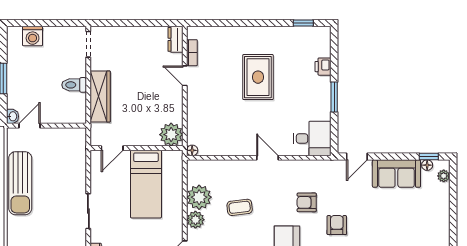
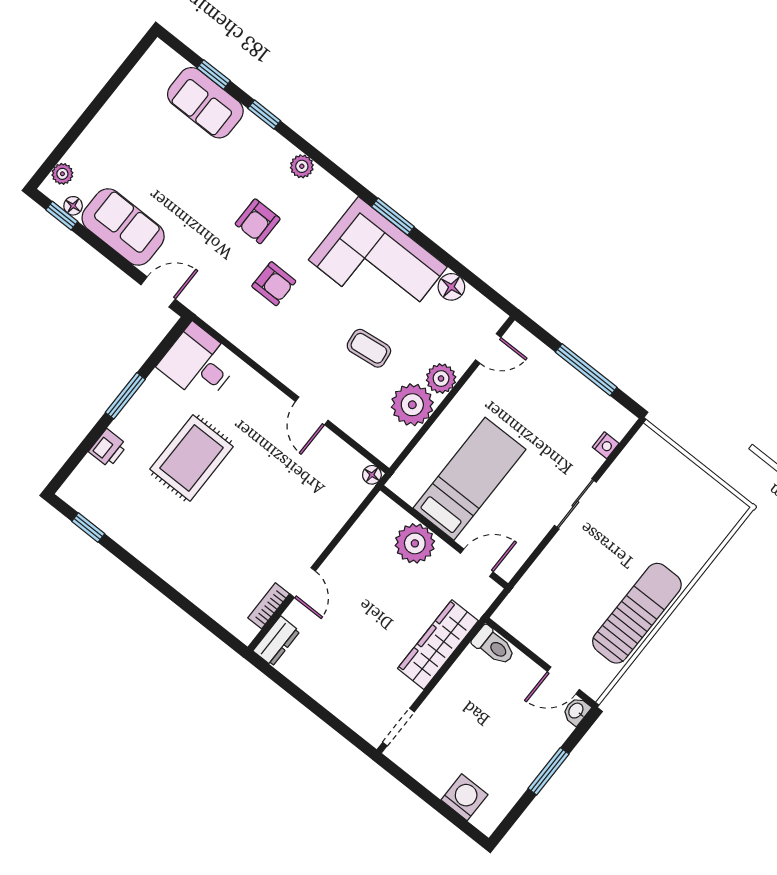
rug: (258, 77) -> (192, 458), moved
toilet: (74, 85) -> (494, 646), moved
plant: (171, 135) -> (415, 543), moved
door: (267, 158) -> (312, 411), moved

